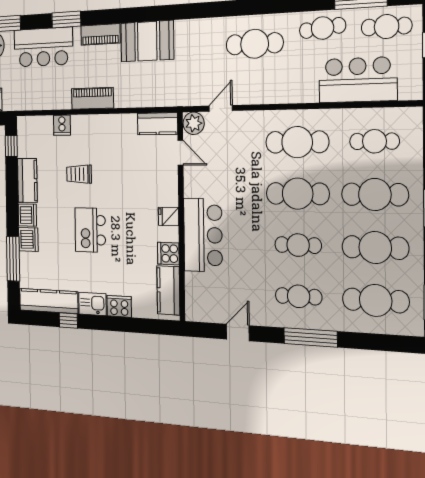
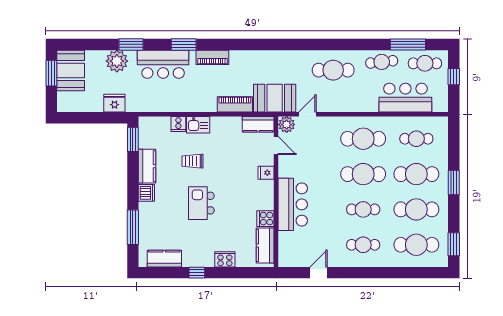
booth: (147, 41) -> (275, 98), moved
piano: (92, 98) -> (235, 104), moved
window: (11, 146) -> (133, 139), width x1.50
fridge: (169, 217) -> (266, 173), moved
dishwasher: (28, 239) -> (147, 212), removed
kitchen counter: (49, 301) -> (164, 259), width x0.67
kitchen sink: (92, 304) -> (198, 125), moved, turned 180
window: (68, 321) -> (197, 273), moved
window: (310, 337) -> (371, 273), removed

